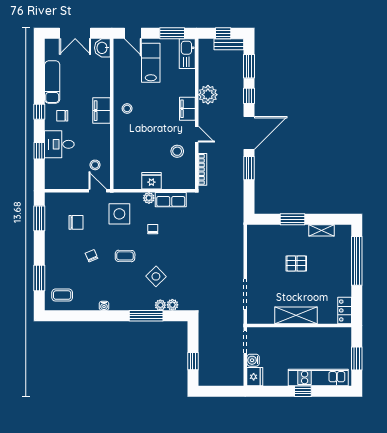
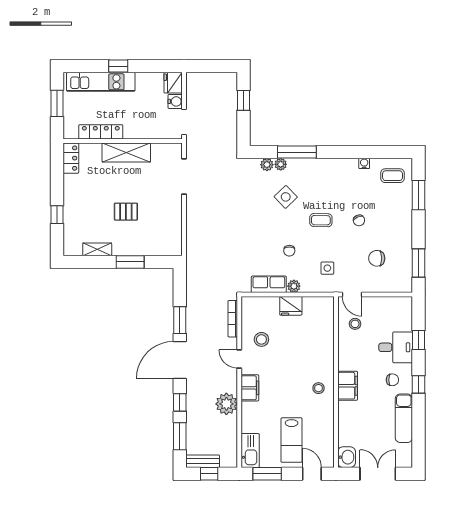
side table: (119, 214) -> (327, 268), width x0.54, depth x0.54
window: (357, 261) -> (57, 215), width x0.32
water cooler: (104, 306) -> (364, 163), moved
locker: (318, 334) -> (101, 132), added

